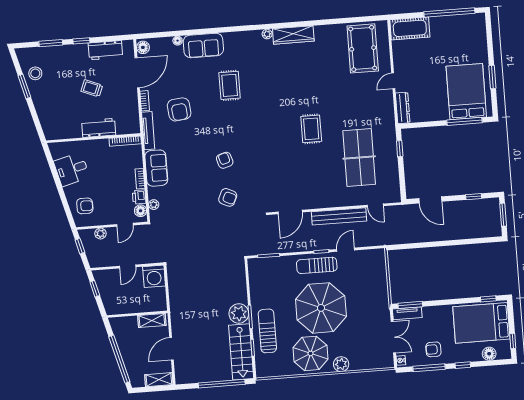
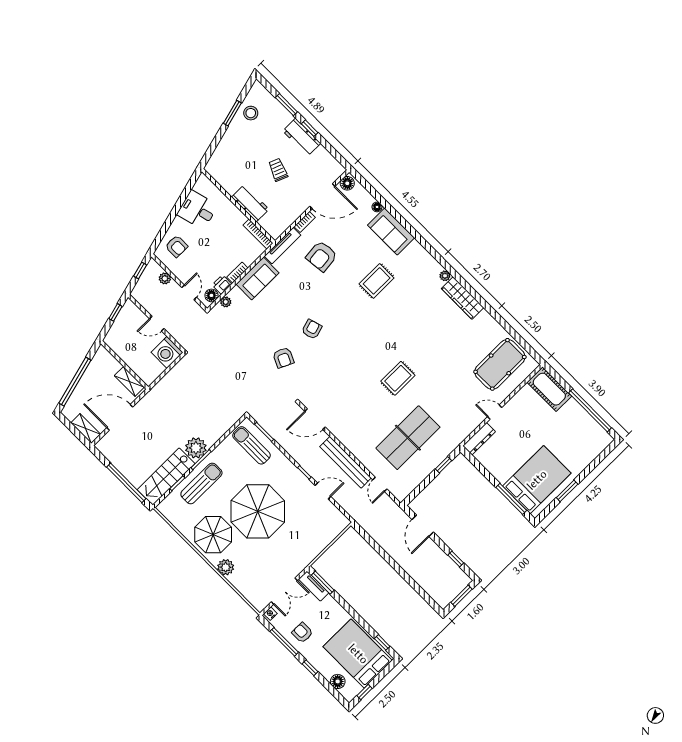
workbench: (105, 50) -> (302, 137), moved
door: (125, 225) -> (189, 292), swing flipped
sun lounger: (317, 265) -> (251, 445), moved
door: (172, 349) -> (120, 417), width x1.36

